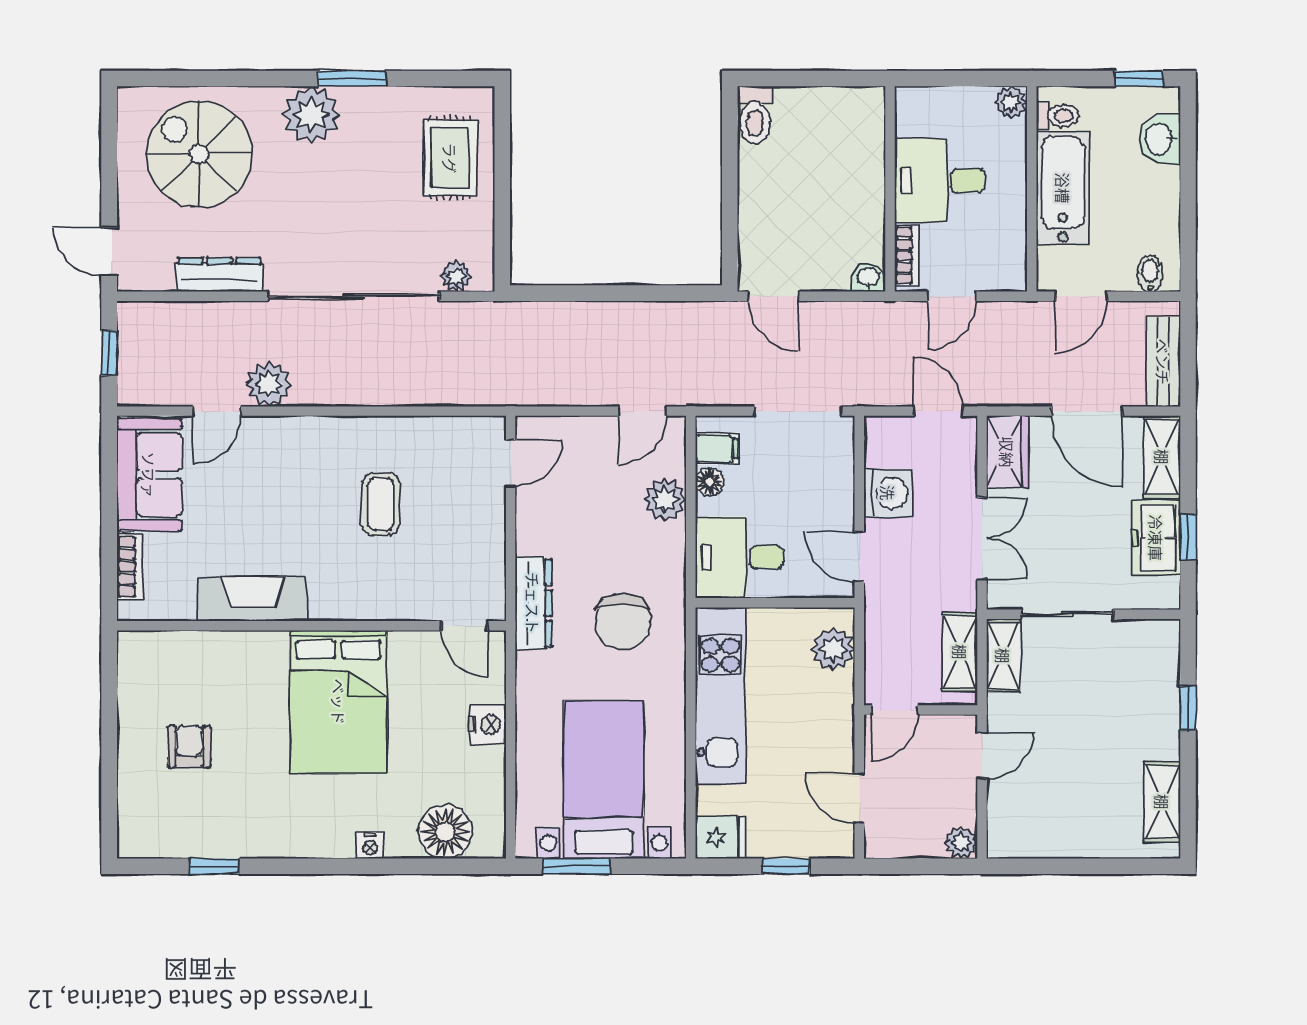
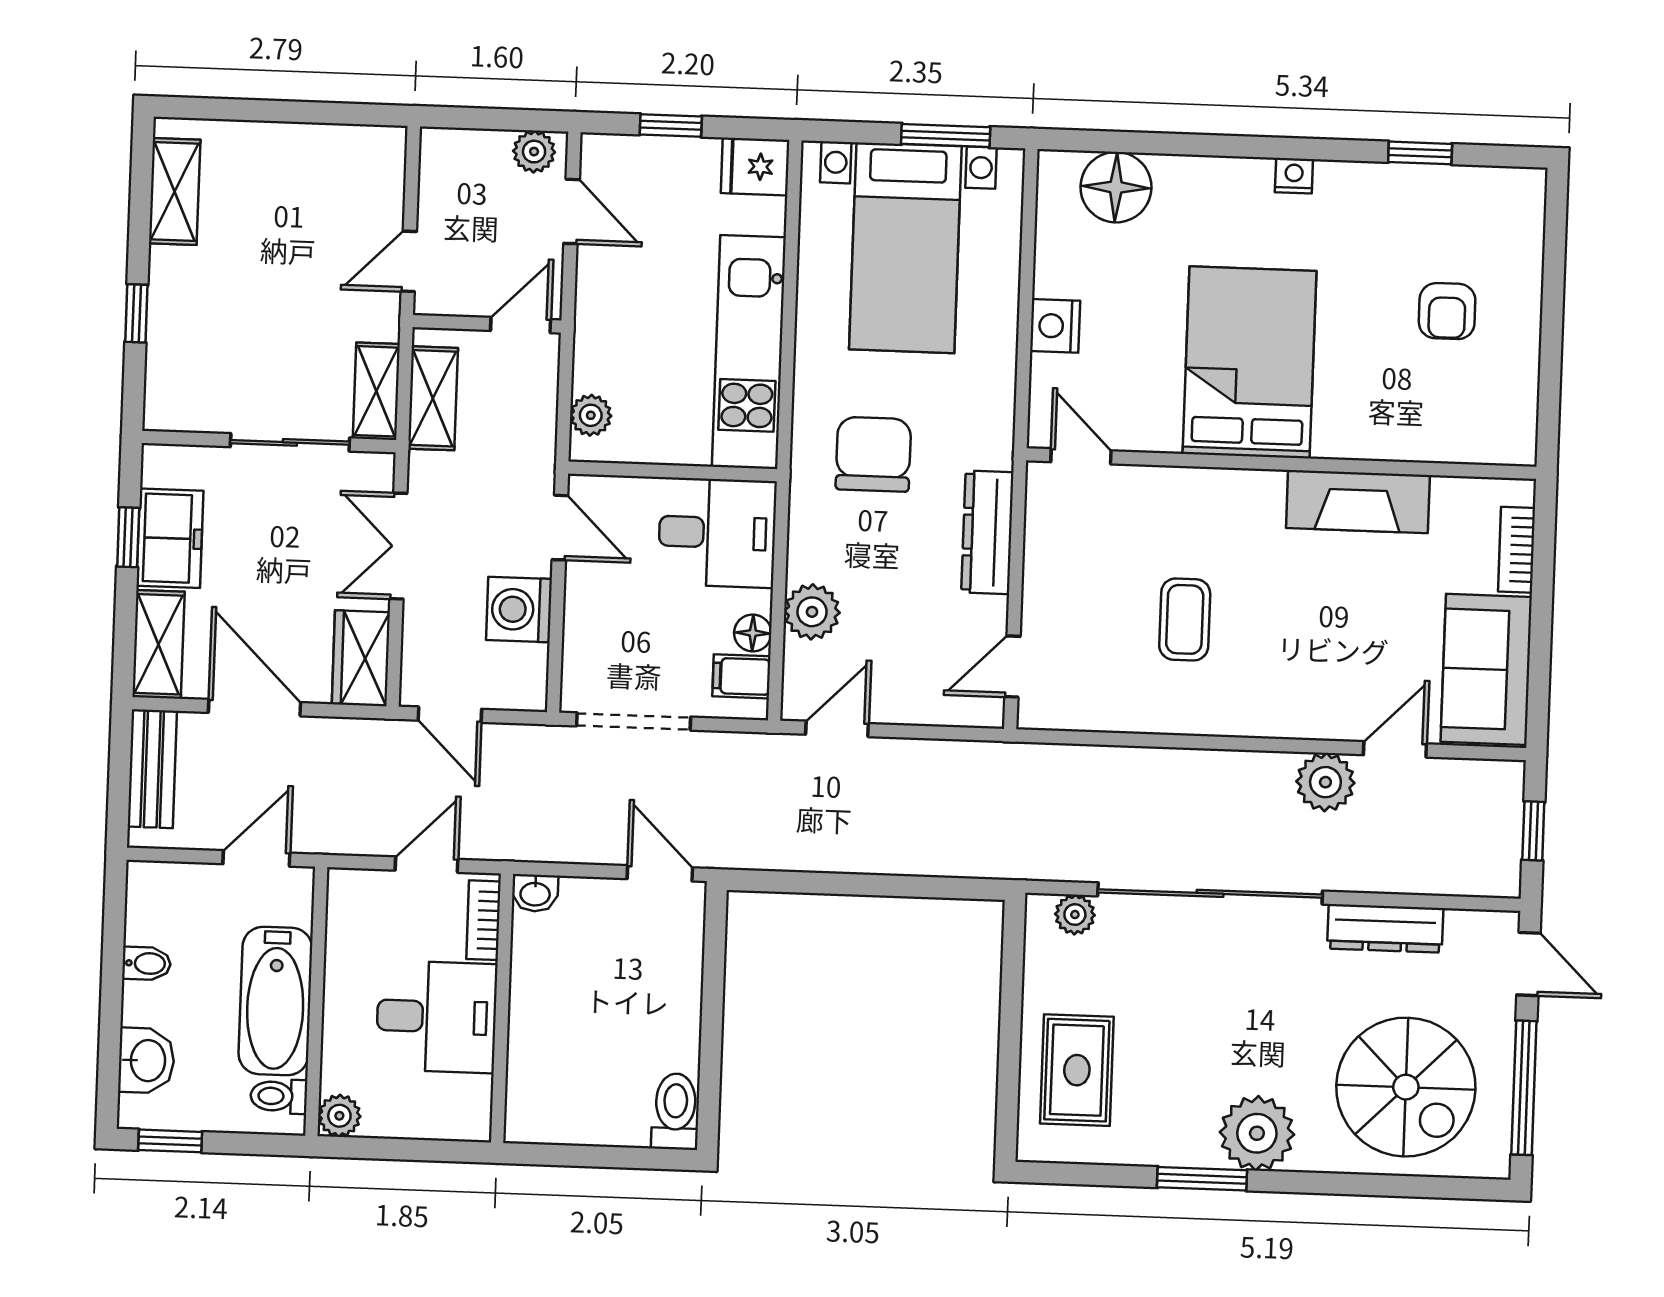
window: (109, 157) -> (1524, 1088), added
bidet: (1150, 273) -> (147, 963), moved, turned -90
dresser: (533, 603) -> (987, 532), moved
plant: (833, 649) -> (591, 415), width x0.73, depth x0.73
plant: (961, 843) -> (534, 152), moved
nightstand: (370, 845) -> (1294, 176), moved

